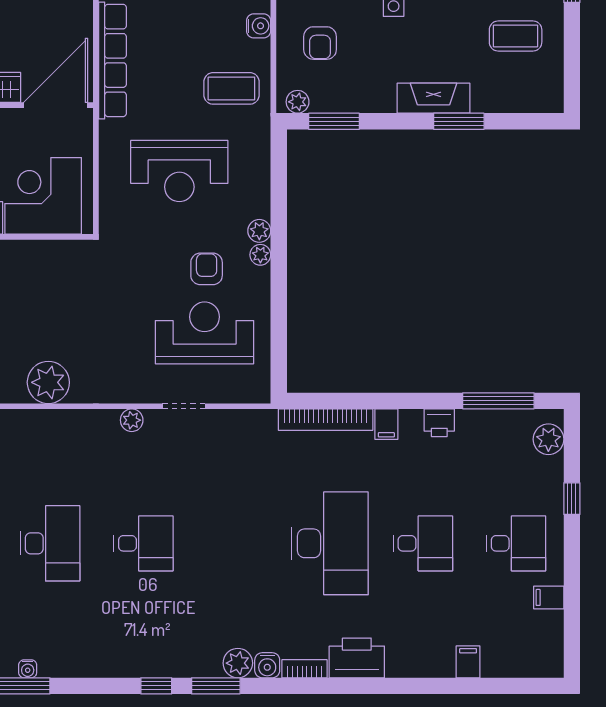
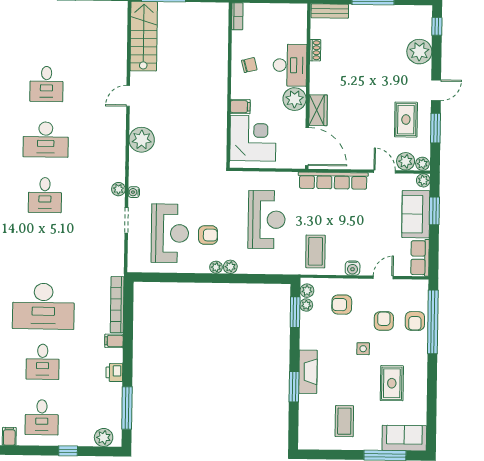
plant: (322, 103) -> (306, 305), added
reception desk: (179, 171) -> (267, 220), turned 180
water cooler: (136, 394) -> (134, 192), added

